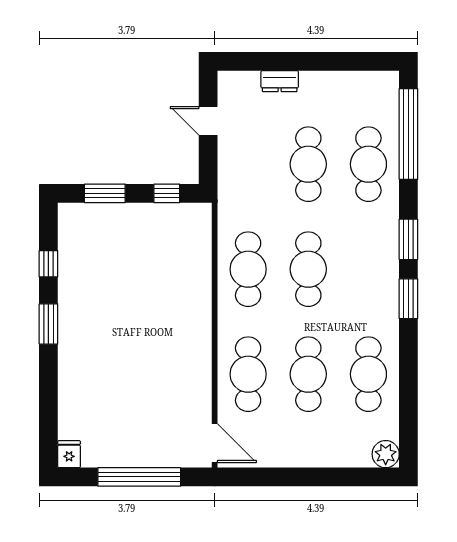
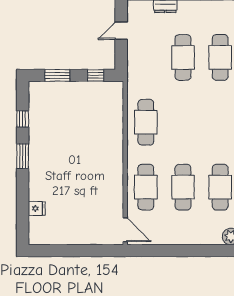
door: (208, 121) -> (121, 31), hinge flipped
cafe table: (308, 269) -> (183, 122), removed
fridge: (69, 454) -> (37, 208), moved, turned 90
window: (139, 477) -> (79, 251), removed

